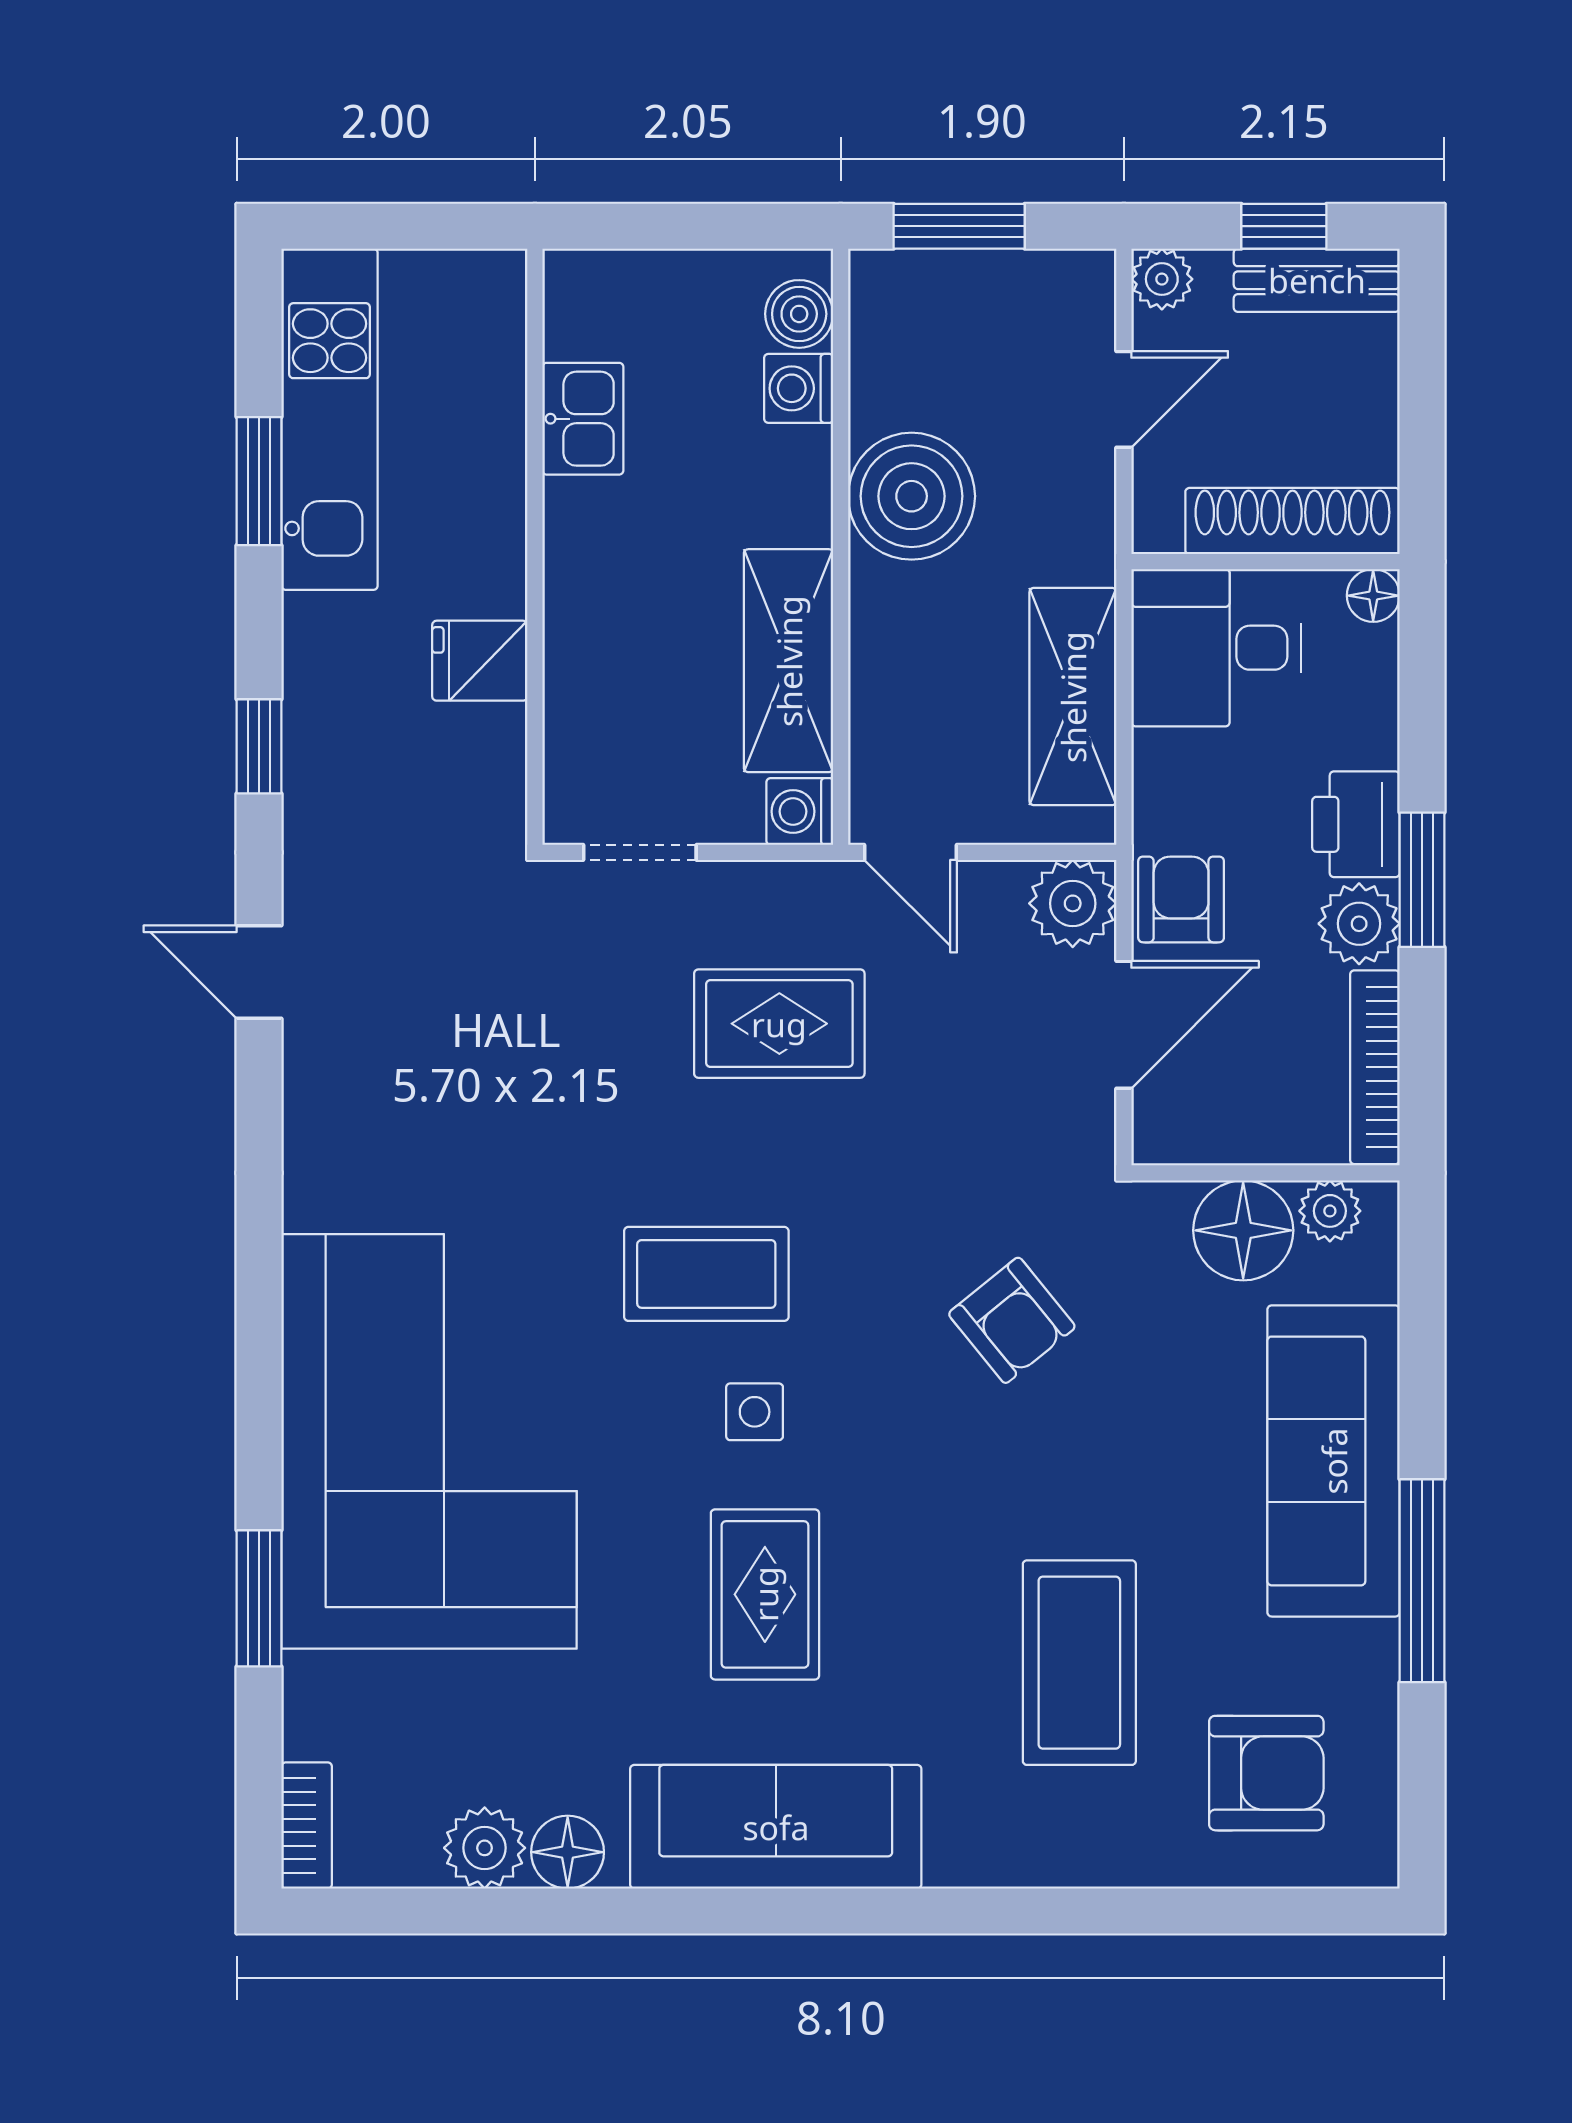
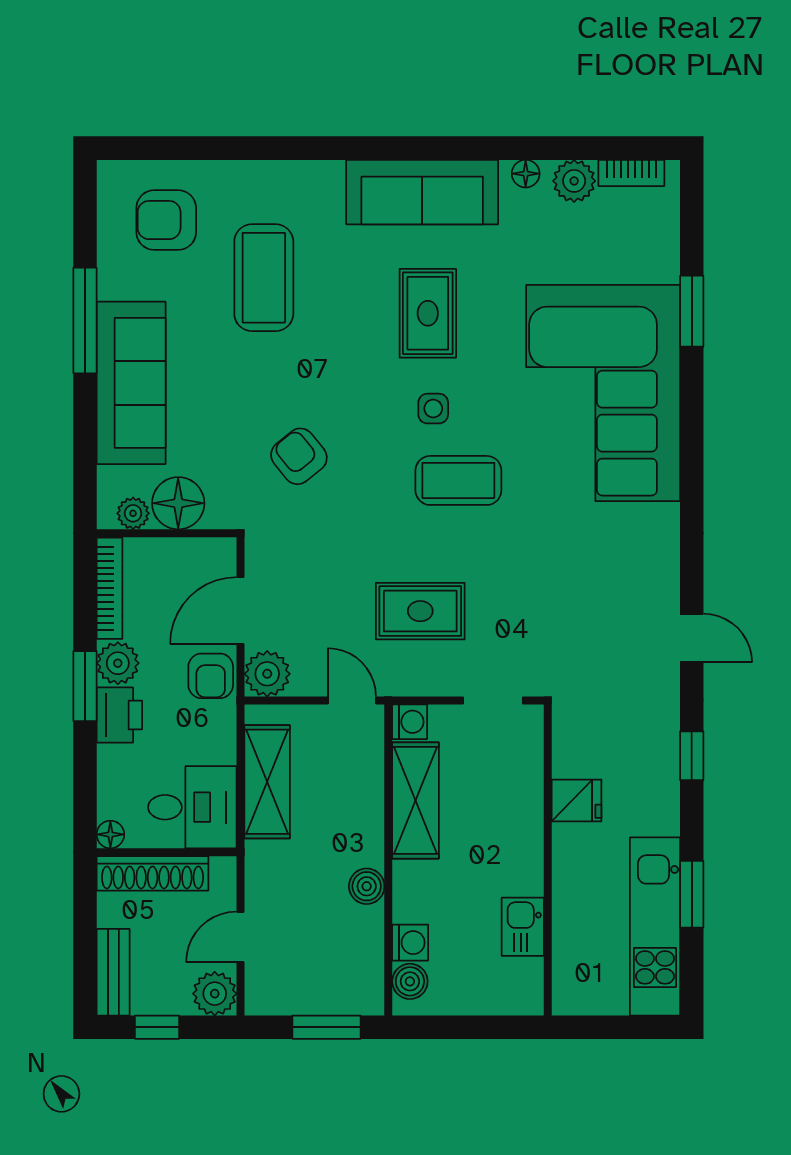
plant: (1162, 279) -> (215, 994), width x1.38, depth x1.38
bench: (1317, 280) -> (113, 972), moved, turned 90
boiler: (912, 496) -> (367, 886), width x0.54, depth x0.54
bookcase: (307, 1825) -> (631, 173), moved, turned -90
floor lamp: (568, 1852) -> (526, 174), width x0.73, depth x0.73

